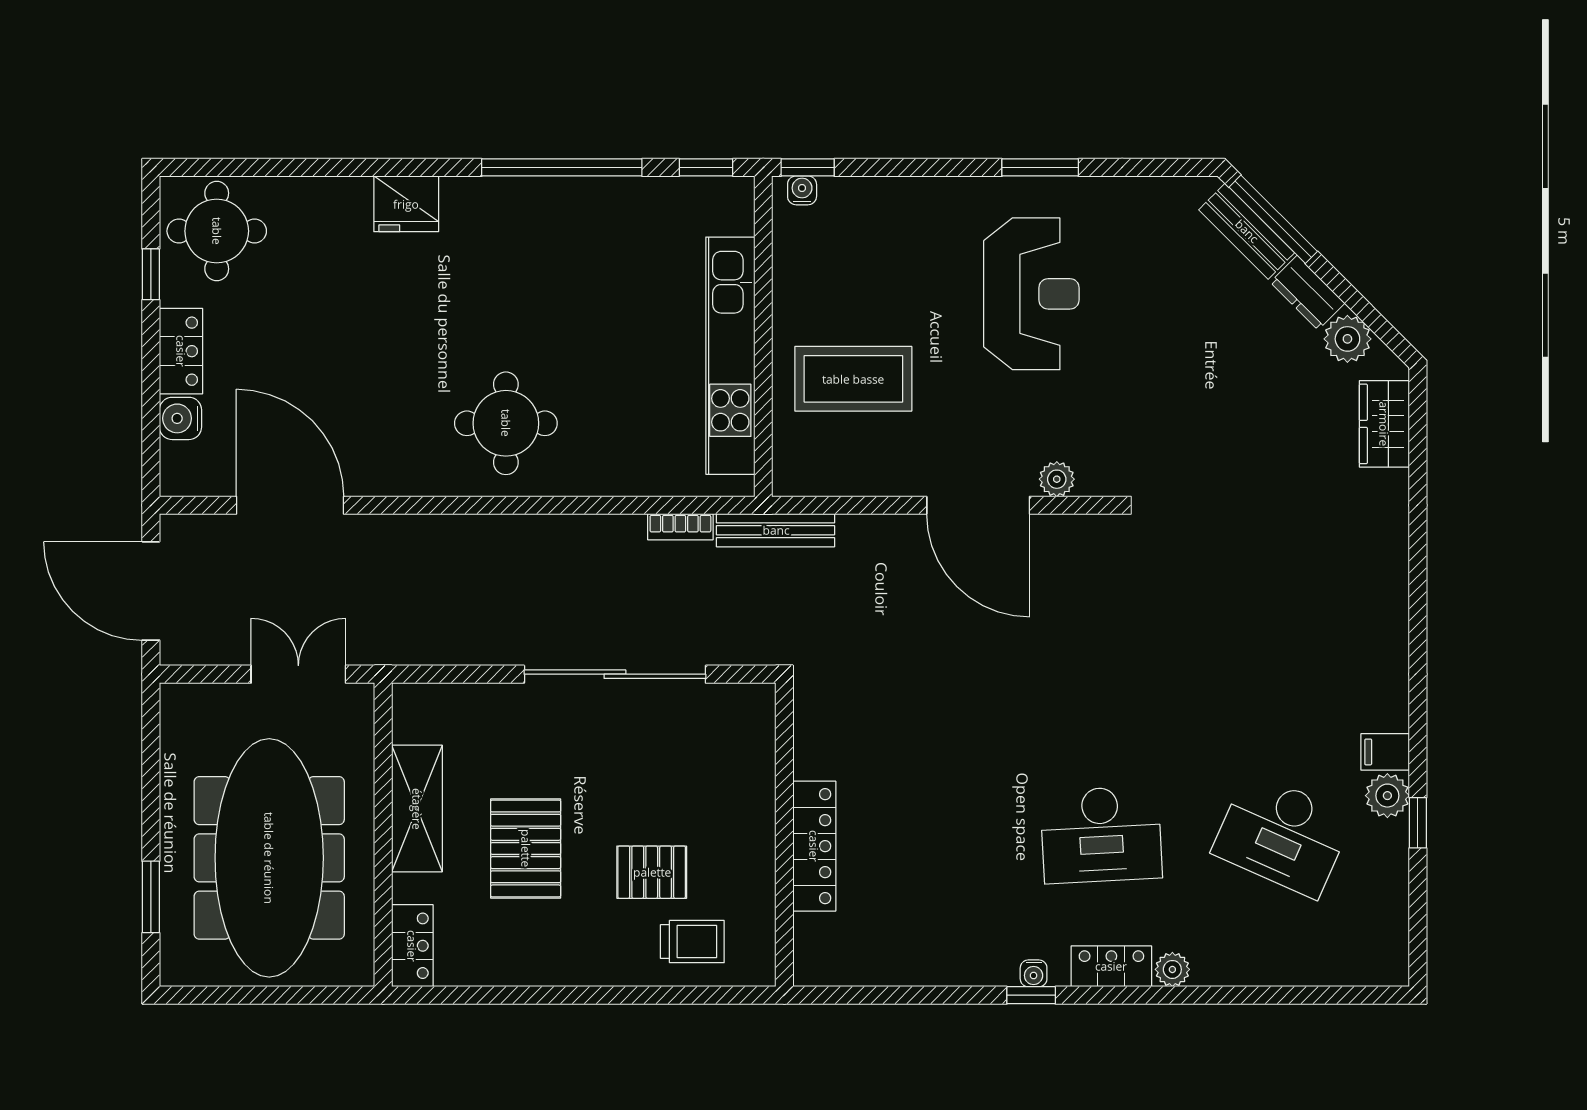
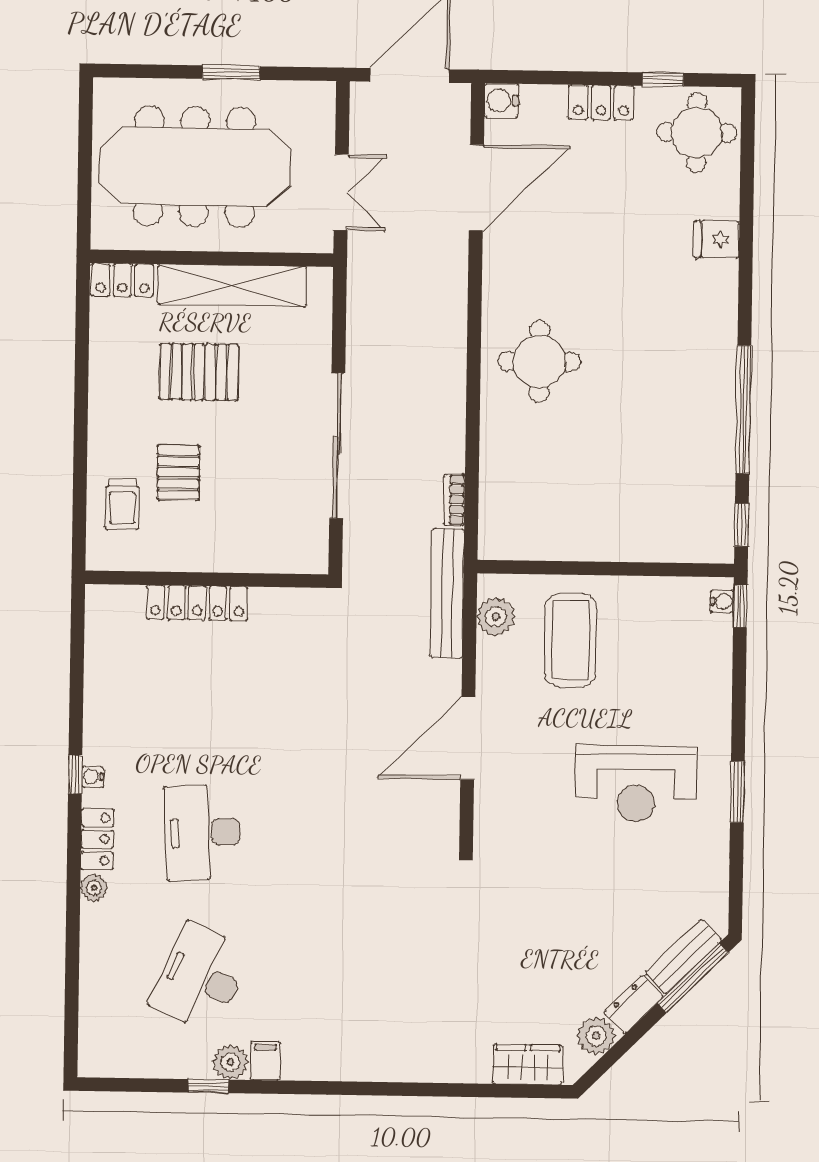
fridge: (406, 204) -> (717, 239), moved, width x0.72
kitchen unit: (730, 356) -> (591, 542), removed
water cooler: (180, 418) -> (501, 100), moved, turned -90
plant: (1057, 479) -> (496, 617), moved, width x1.38, depth x1.38
bench: (776, 530) -> (447, 593), width x1.37, depth x1.21
shelving: (417, 809) -> (232, 286), width x1.47
window: (151, 897) -> (231, 73), moved

